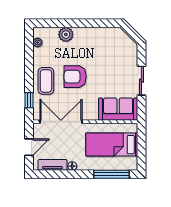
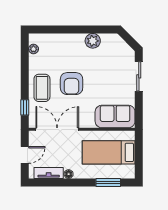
plant: (66, 34) -> (93, 41), moved
armchair: (75, 77) -> (72, 84), turned -90
sliding door: (141, 81) -> (139, 76), moved
window: (111, 174) -> (108, 182), width x0.69

